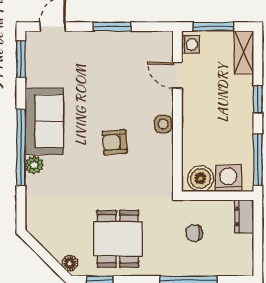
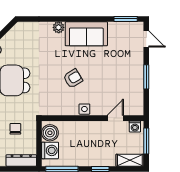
armchair: (115, 142) -> (73, 78), turned 63
window: (21, 147) -> (70, 19), removed
dresser: (244, 217) -> (21, 160), width x1.44

